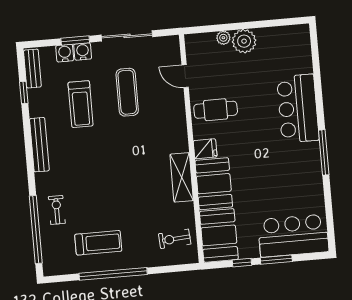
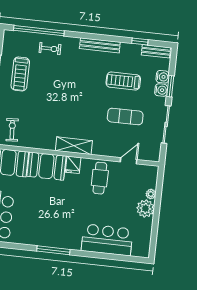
bar counter: (298, 109) -> (107, 240), moved
shelving: (182, 177) -> (74, 146), moved

